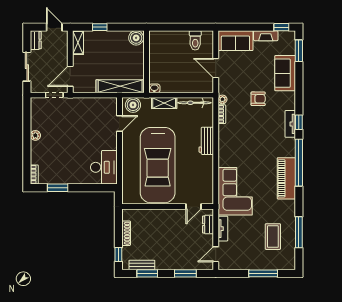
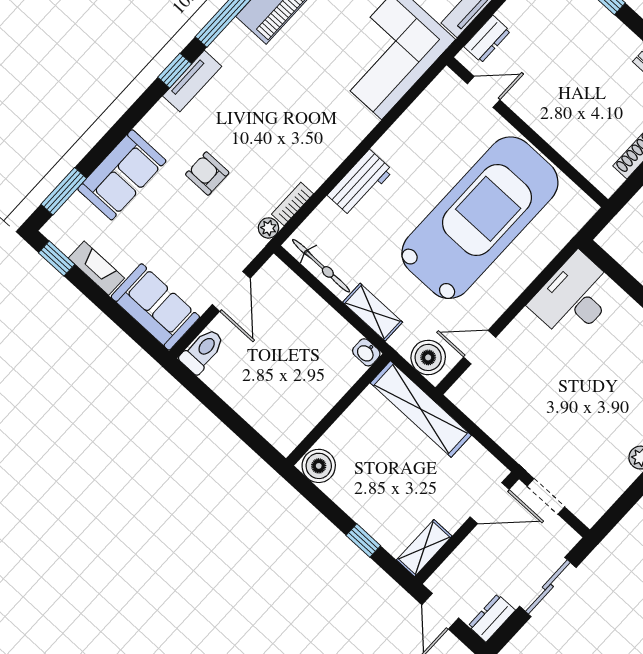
toilet: (195, 40) -> (202, 351), moved

